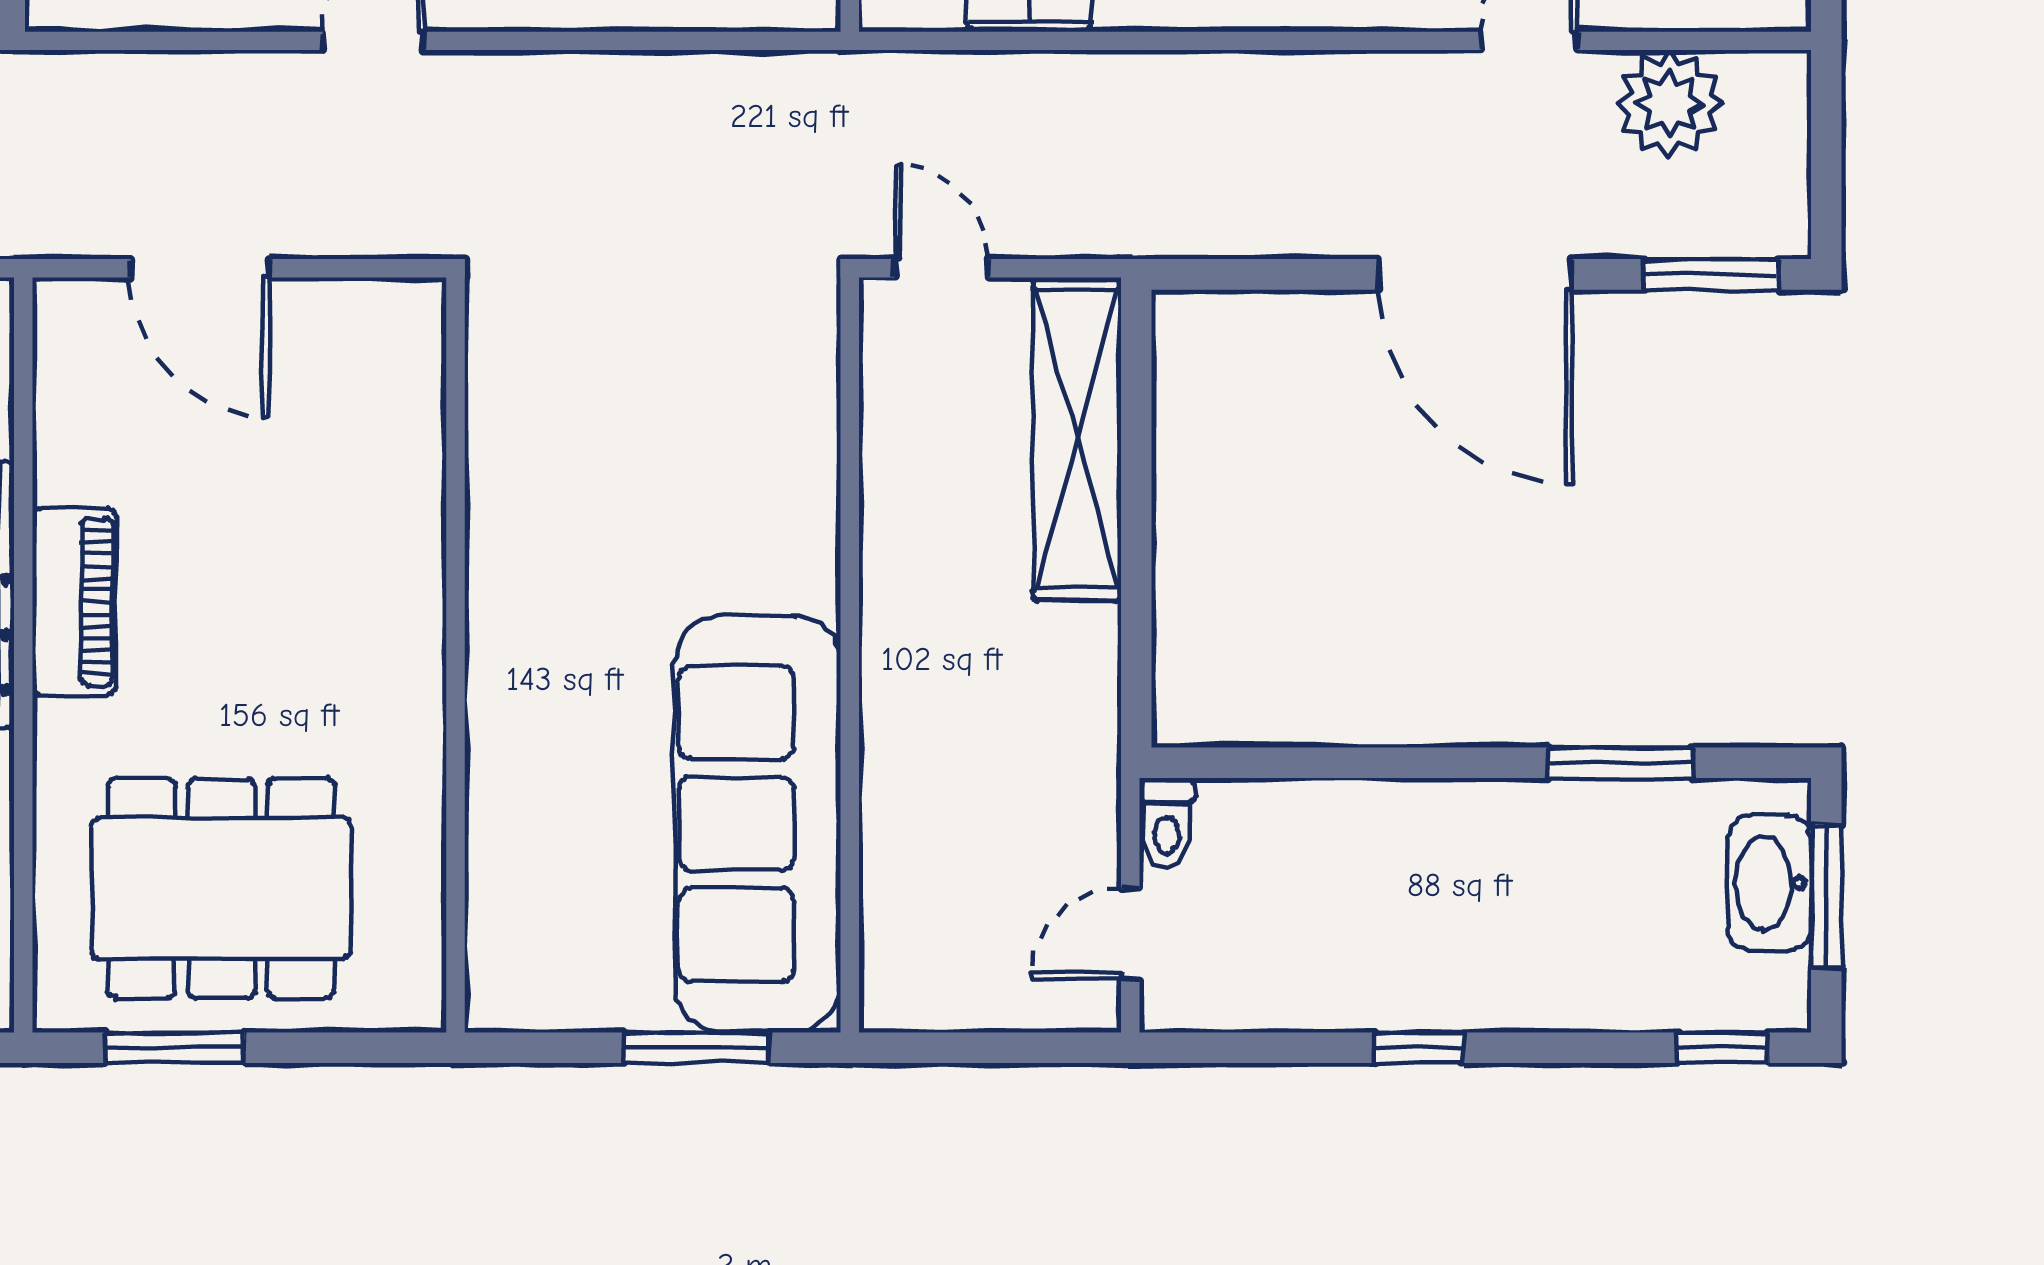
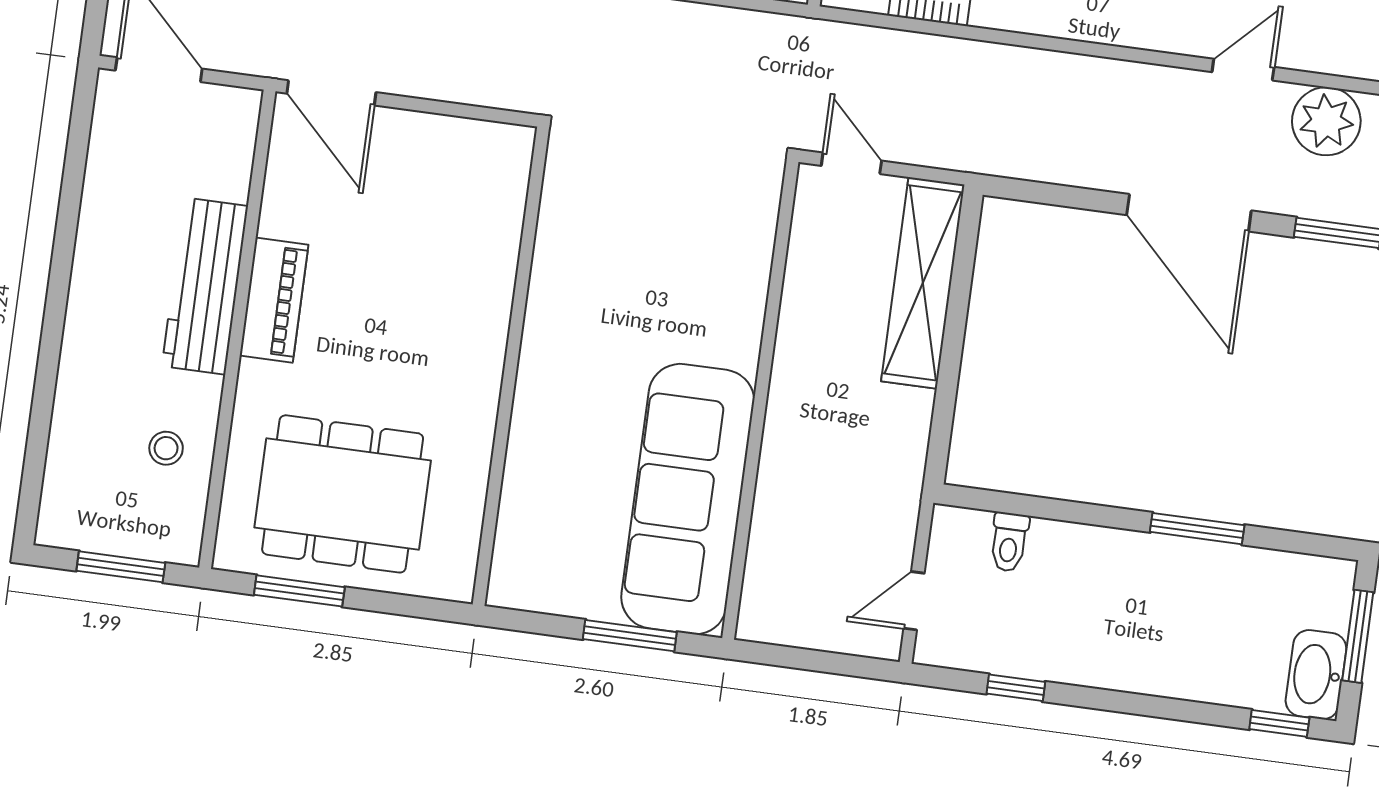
door: (200, 268) -> (331, 93), moved
window: (1621, 763) -> (1197, 529), moved
toilet: (1167, 823) -> (1009, 542), moved
washbasin: (1769, 883) -> (1316, 675), moved
window: (1419, 1048) -> (1016, 688), moved

